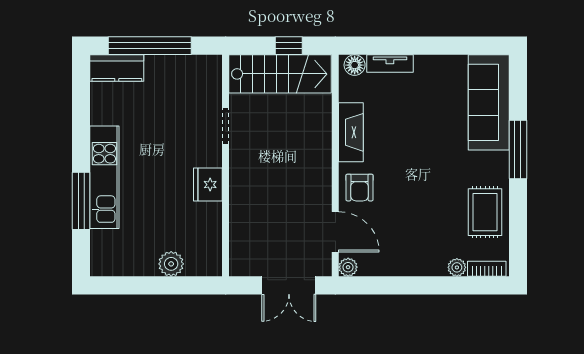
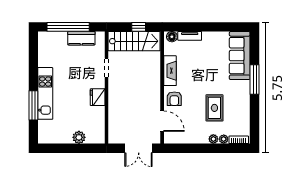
kitchen counter: (117, 68) -> (81, 38), moved
rug: (485, 212) -> (214, 108), moved
plant: (348, 267) -> (213, 139), moved

